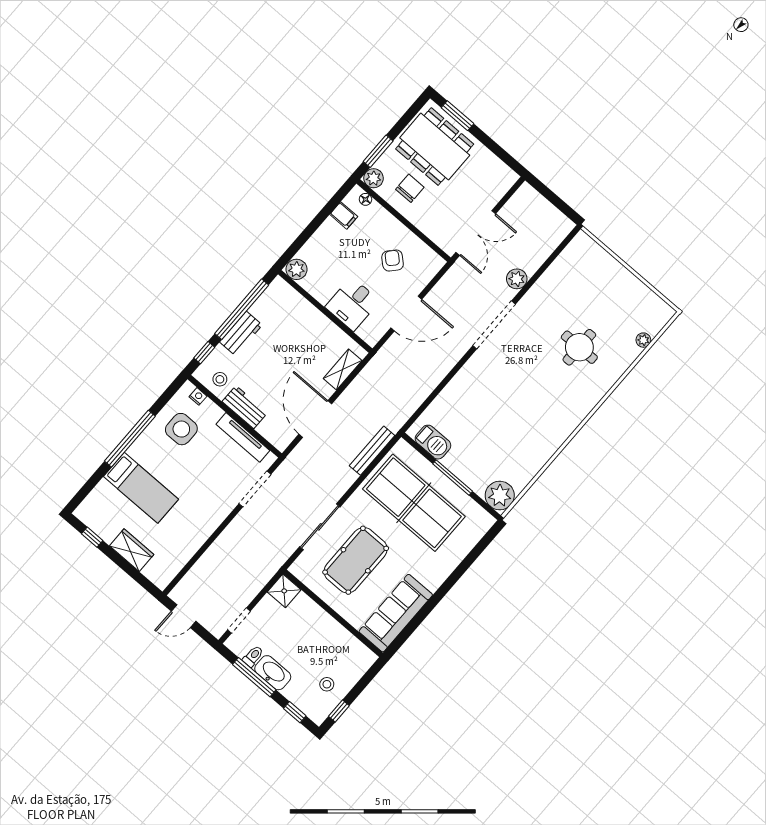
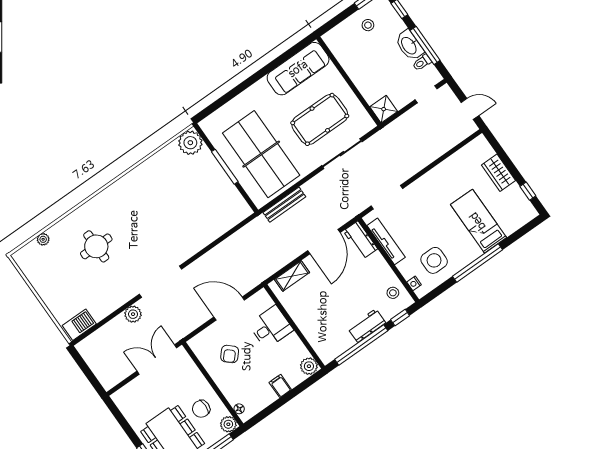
filing cabinet: (344, 215) -> (280, 386), moved
workbench: (245, 407) -> (360, 240), moved
barbecue: (433, 442) -> (79, 325), moved, turned 90

